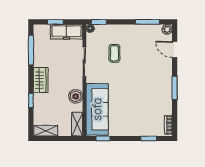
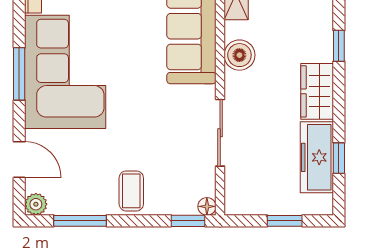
freezer: (66, 32) -> (317, 157), moved, turned -90
window: (31, 50) -> (339, 158), width x0.46
coffee table: (114, 53) -> (131, 191), moved
corner sofa: (154, 89) -> (65, 72), added

